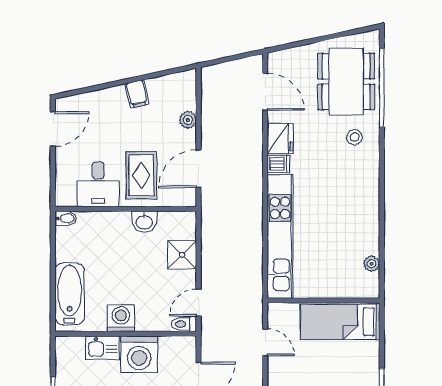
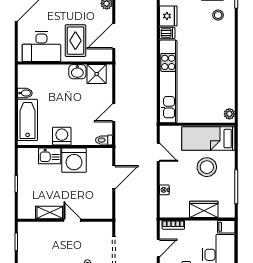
desk: (98, 184) -> (41, 47), width x1.37
bidet: (66, 218) -> (25, 93), moved
shower: (182, 255) -> (97, 74), moved
plant: (372, 264) -> (229, 114), moved
door: (199, 303) -> (114, 113), moved
stool: (338, 365) -> (207, 167), added

